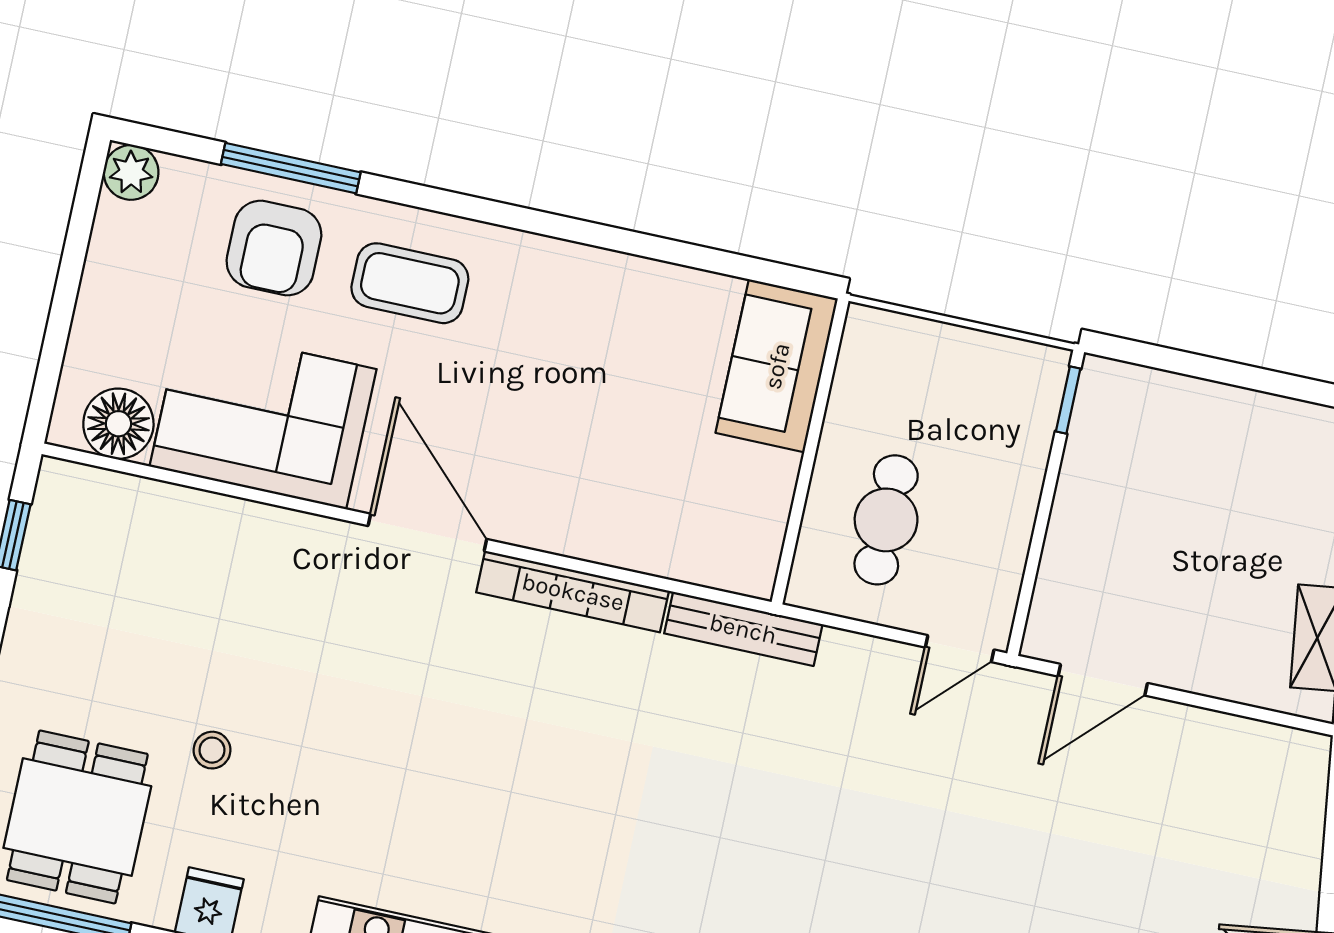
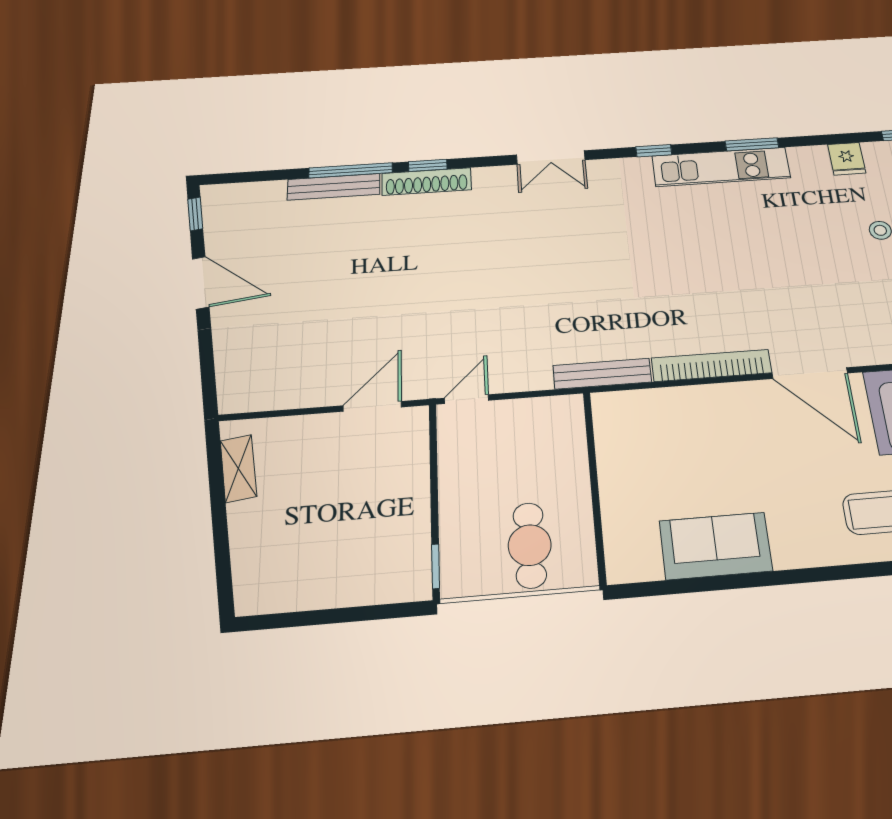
sofa: (777, 366) -> (716, 546), moved, turned -90
cafe table: (886, 520) -> (530, 545), moved

